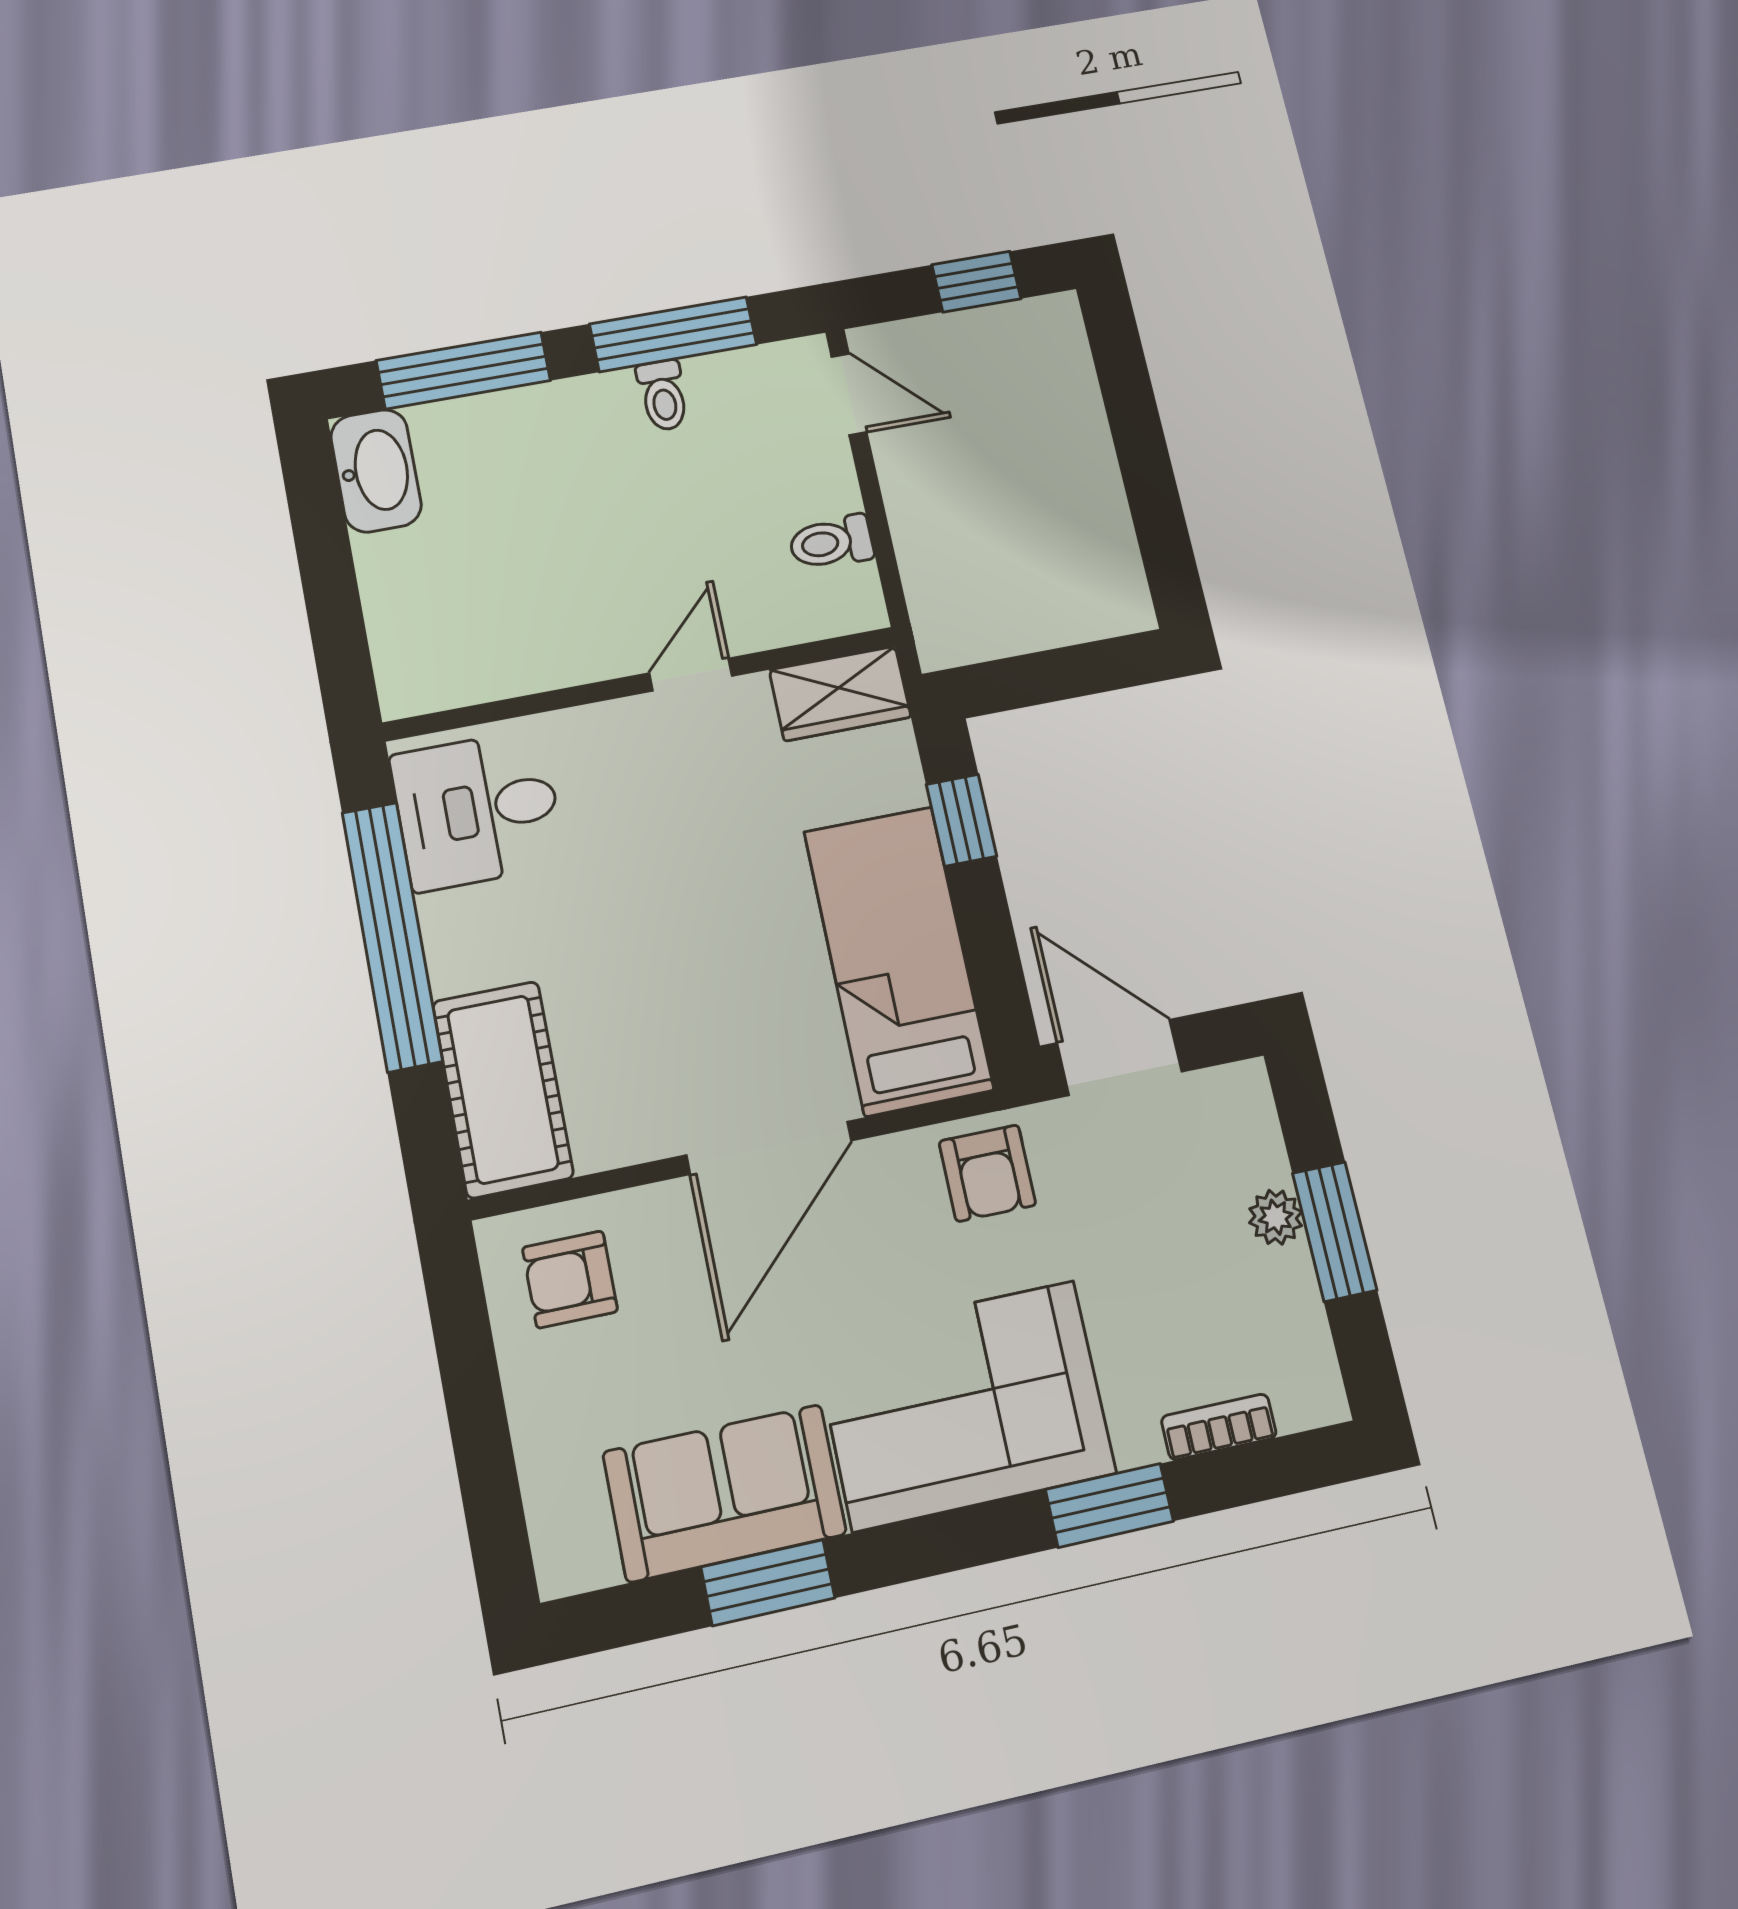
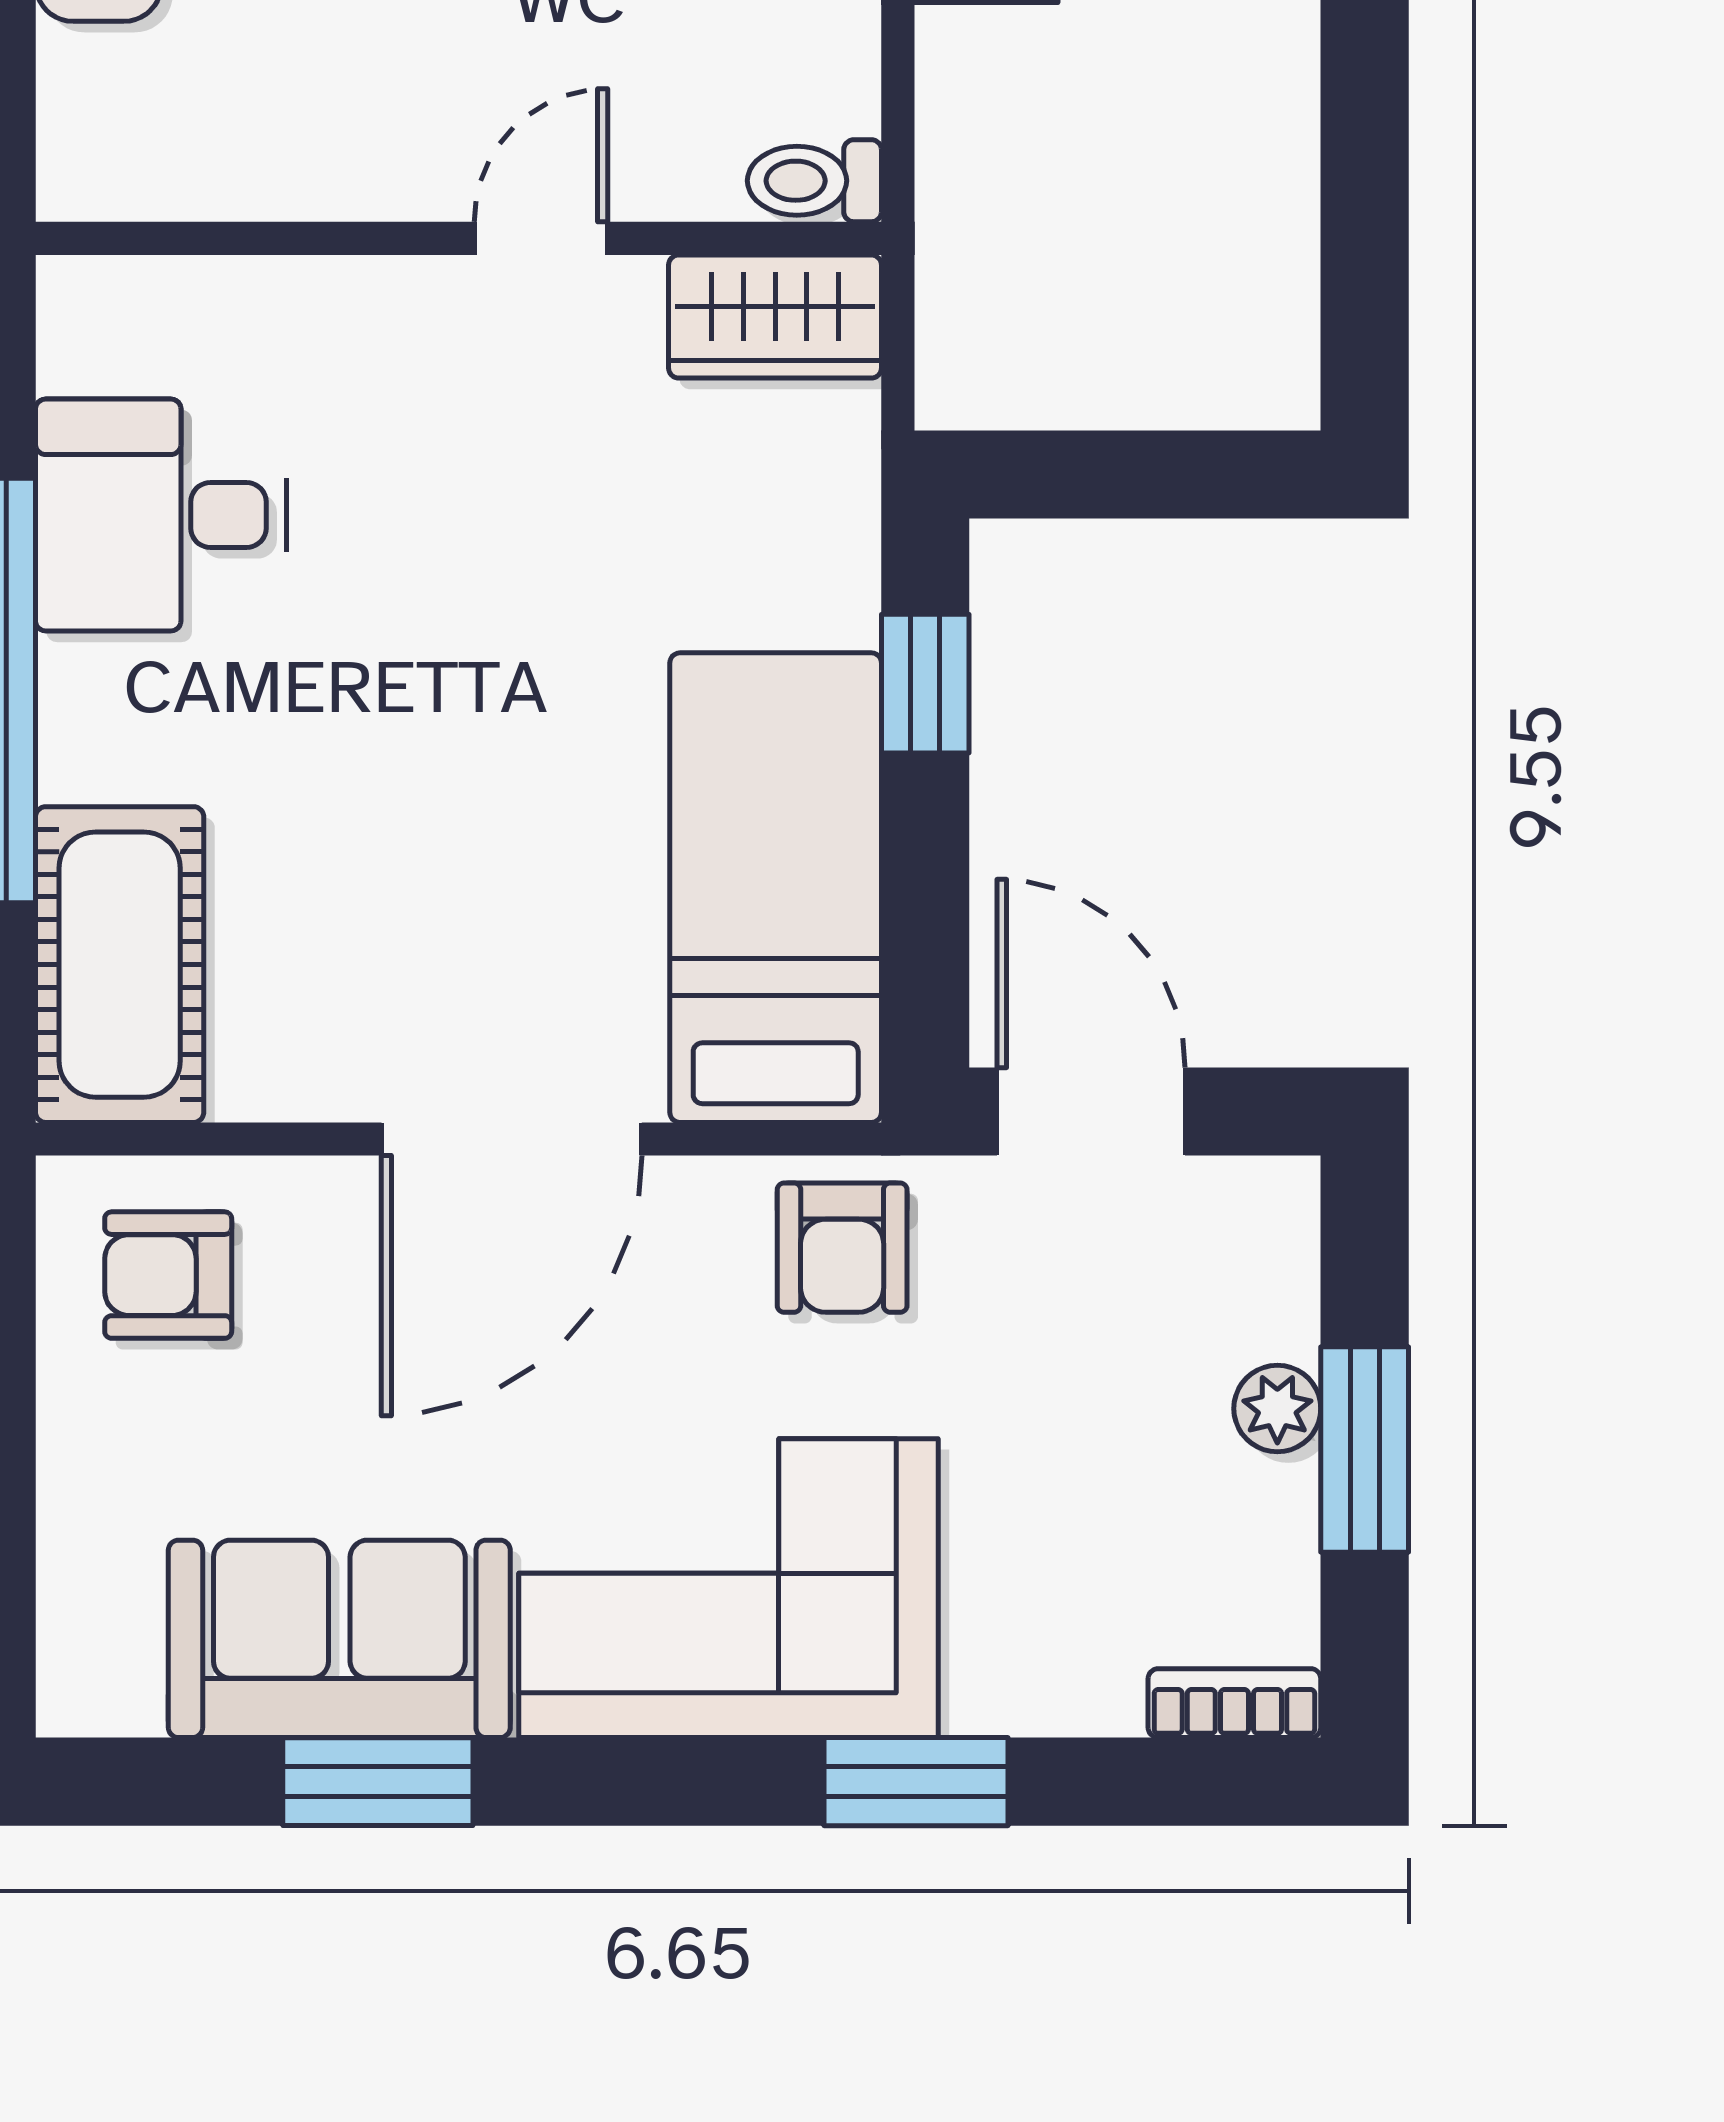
door: (691, 675) -> (541, 238), moved
wall: (641, 684) -> (458, 238), moved
wardrobe: (840, 693) -> (775, 317), moved
bookcase: (1219, 1427) -> (1234, 1703), moved

